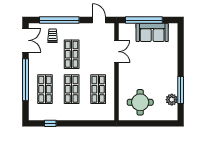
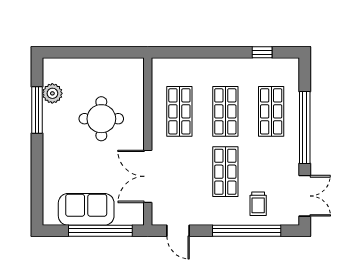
double door: (26, 40) -> (305, 196), swing flipped
double door: (117, 52) -> (148, 176), width x1.37
round table: (140, 102) -> (101, 119), moved

